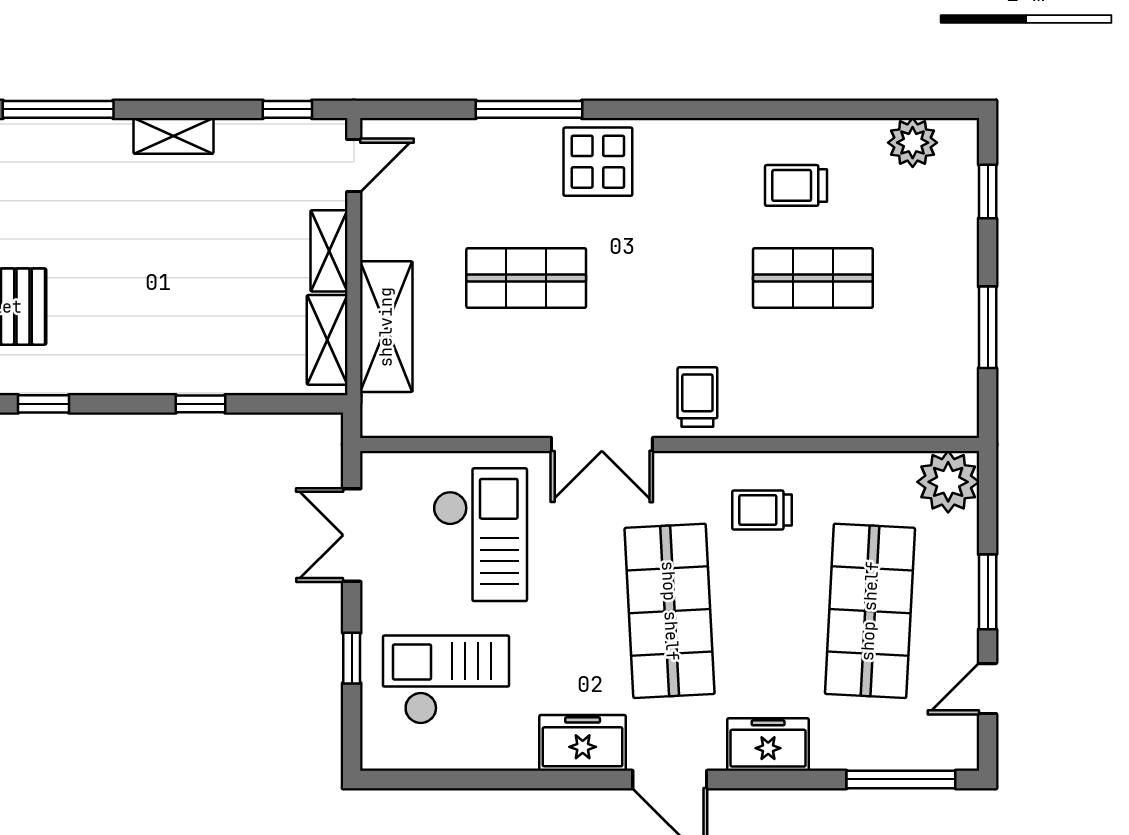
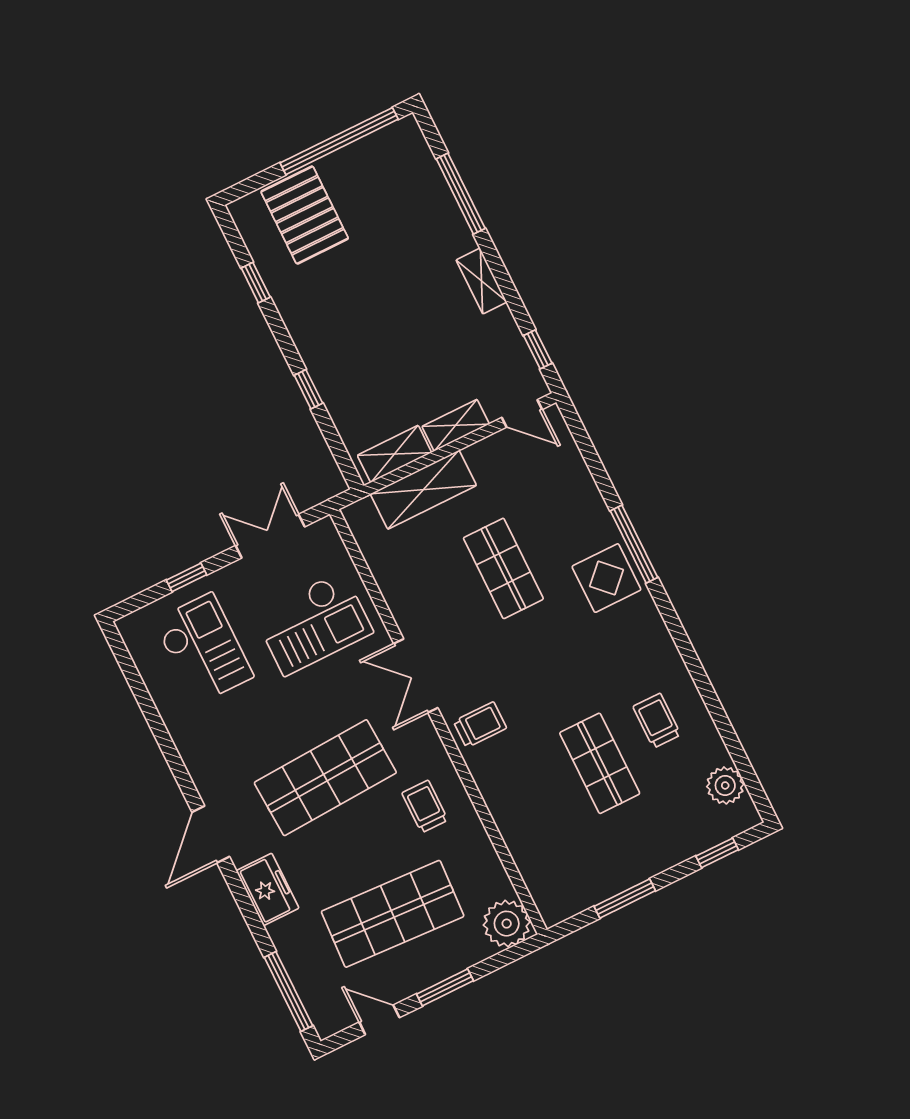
window: (529, 109) -> (634, 544), moved
freezer: (583, 743) -> (206, 763), removed

